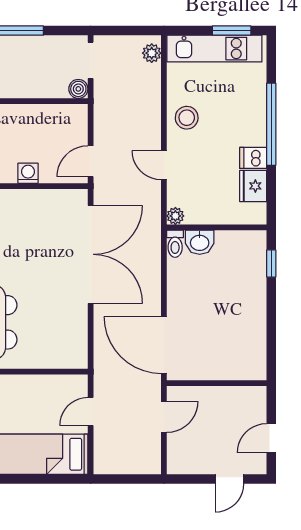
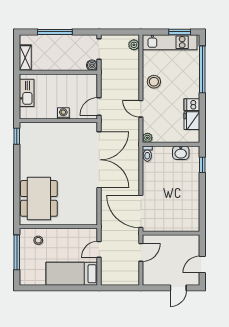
window: (271, 124) -> (202, 69), moved
washbasin: (200, 242) -> (181, 153), moved

